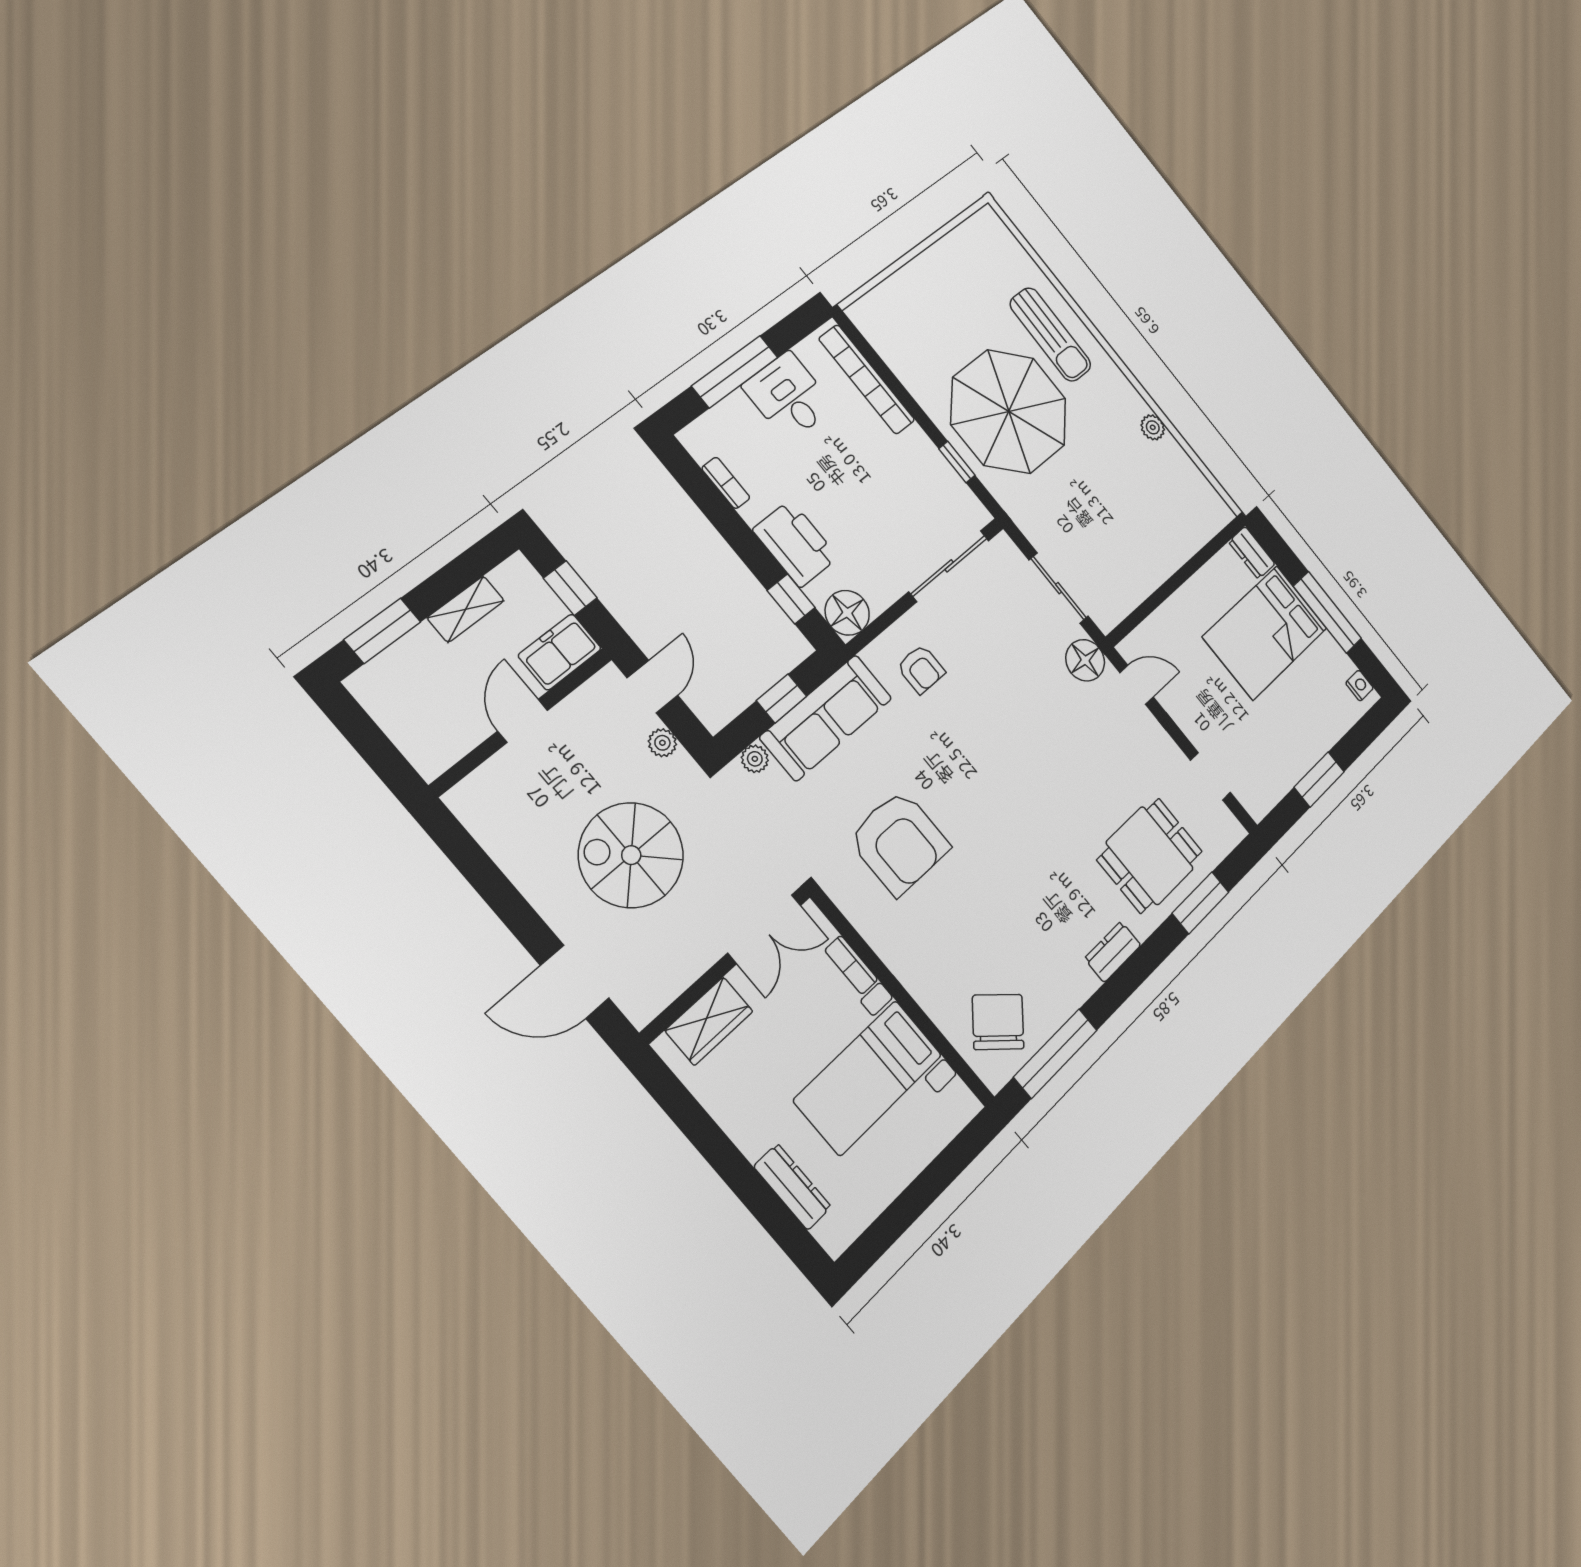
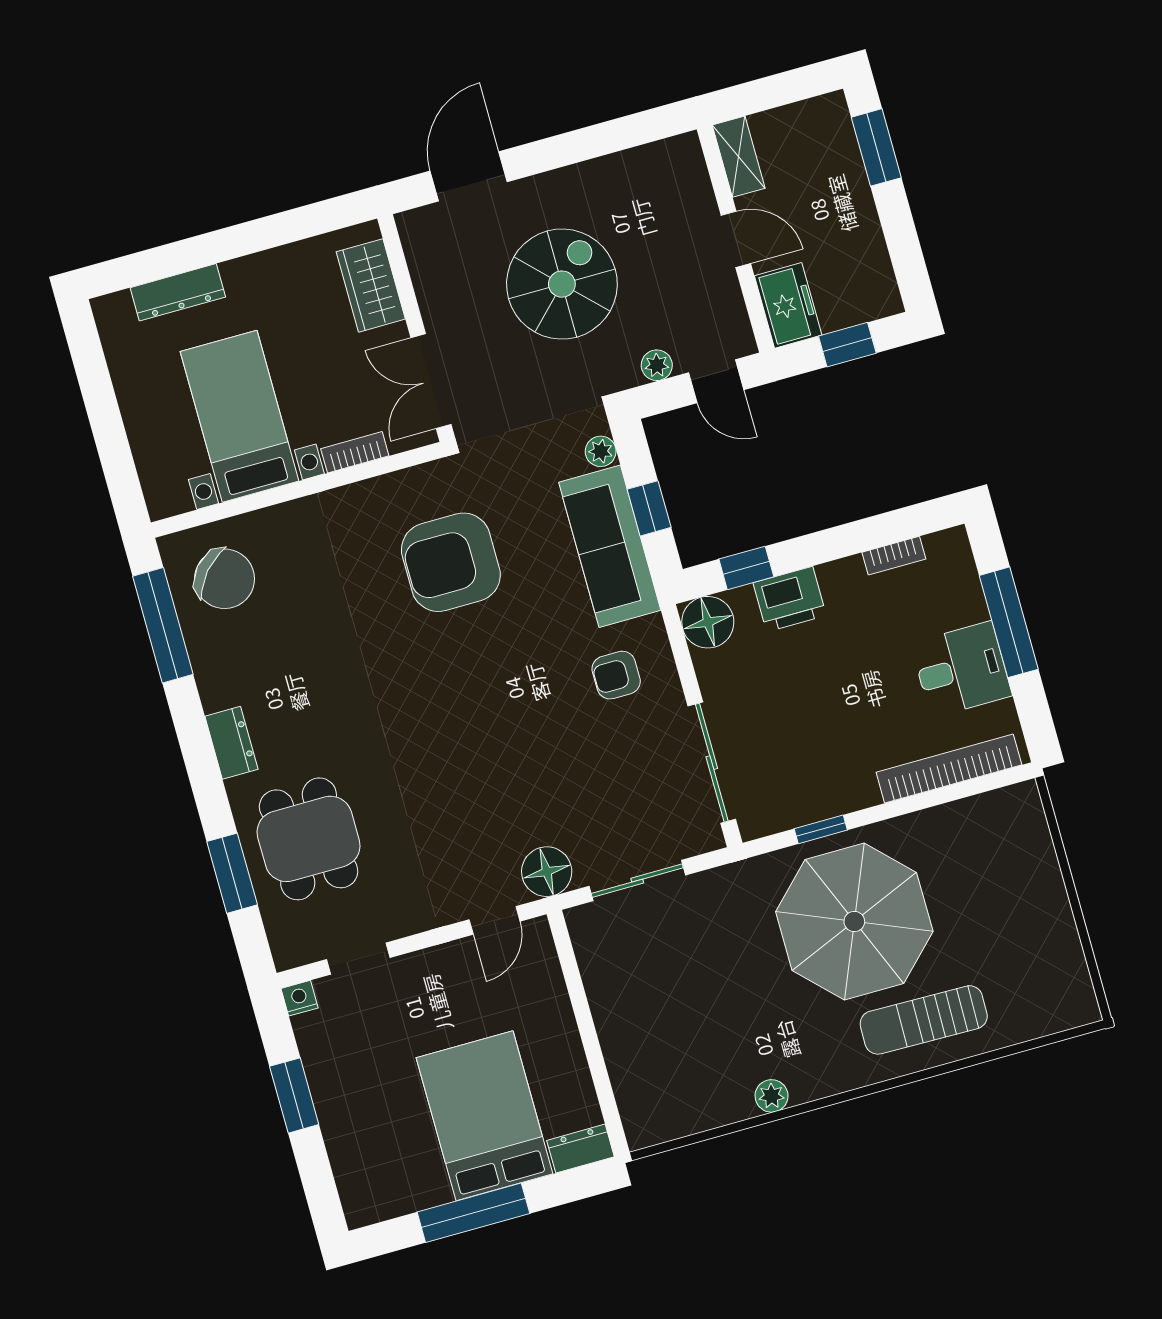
printer: (795, 544) -> (790, 599), width x0.73, depth x0.84
shelving: (466, 609) -> (739, 157), moved
nightstand: (1359, 686) -> (299, 998), moved, turned 180

